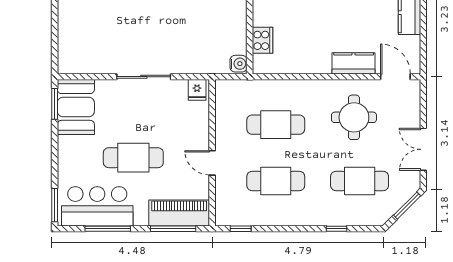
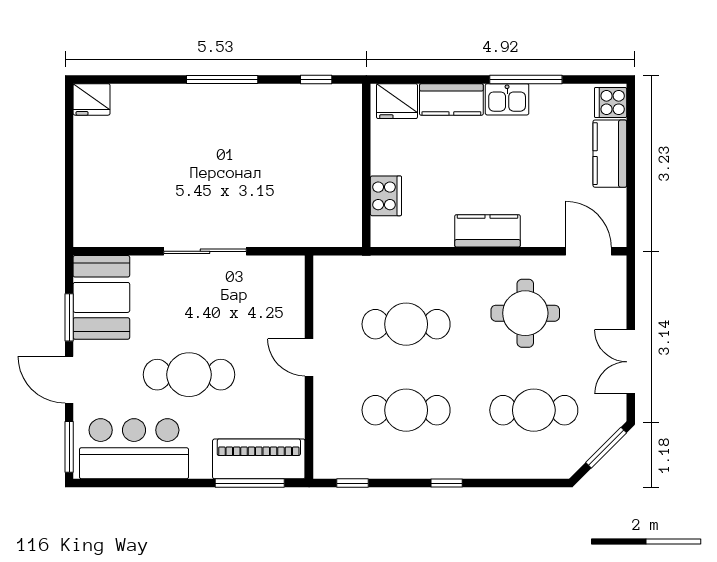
kitchen counter: (354, 63) -> (487, 231), moved
water cooler: (239, 64) -> (349, 231), removed
fridge: (197, 90) -> (286, 271), removed
window: (55, 104) -> (69, 317), moved
door: (55, 161) -> (69, 380), added
door: (212, 163) -> (309, 357), moved
window: (108, 229) -> (150, 483), removed
window: (337, 229) -> (447, 483), moved

